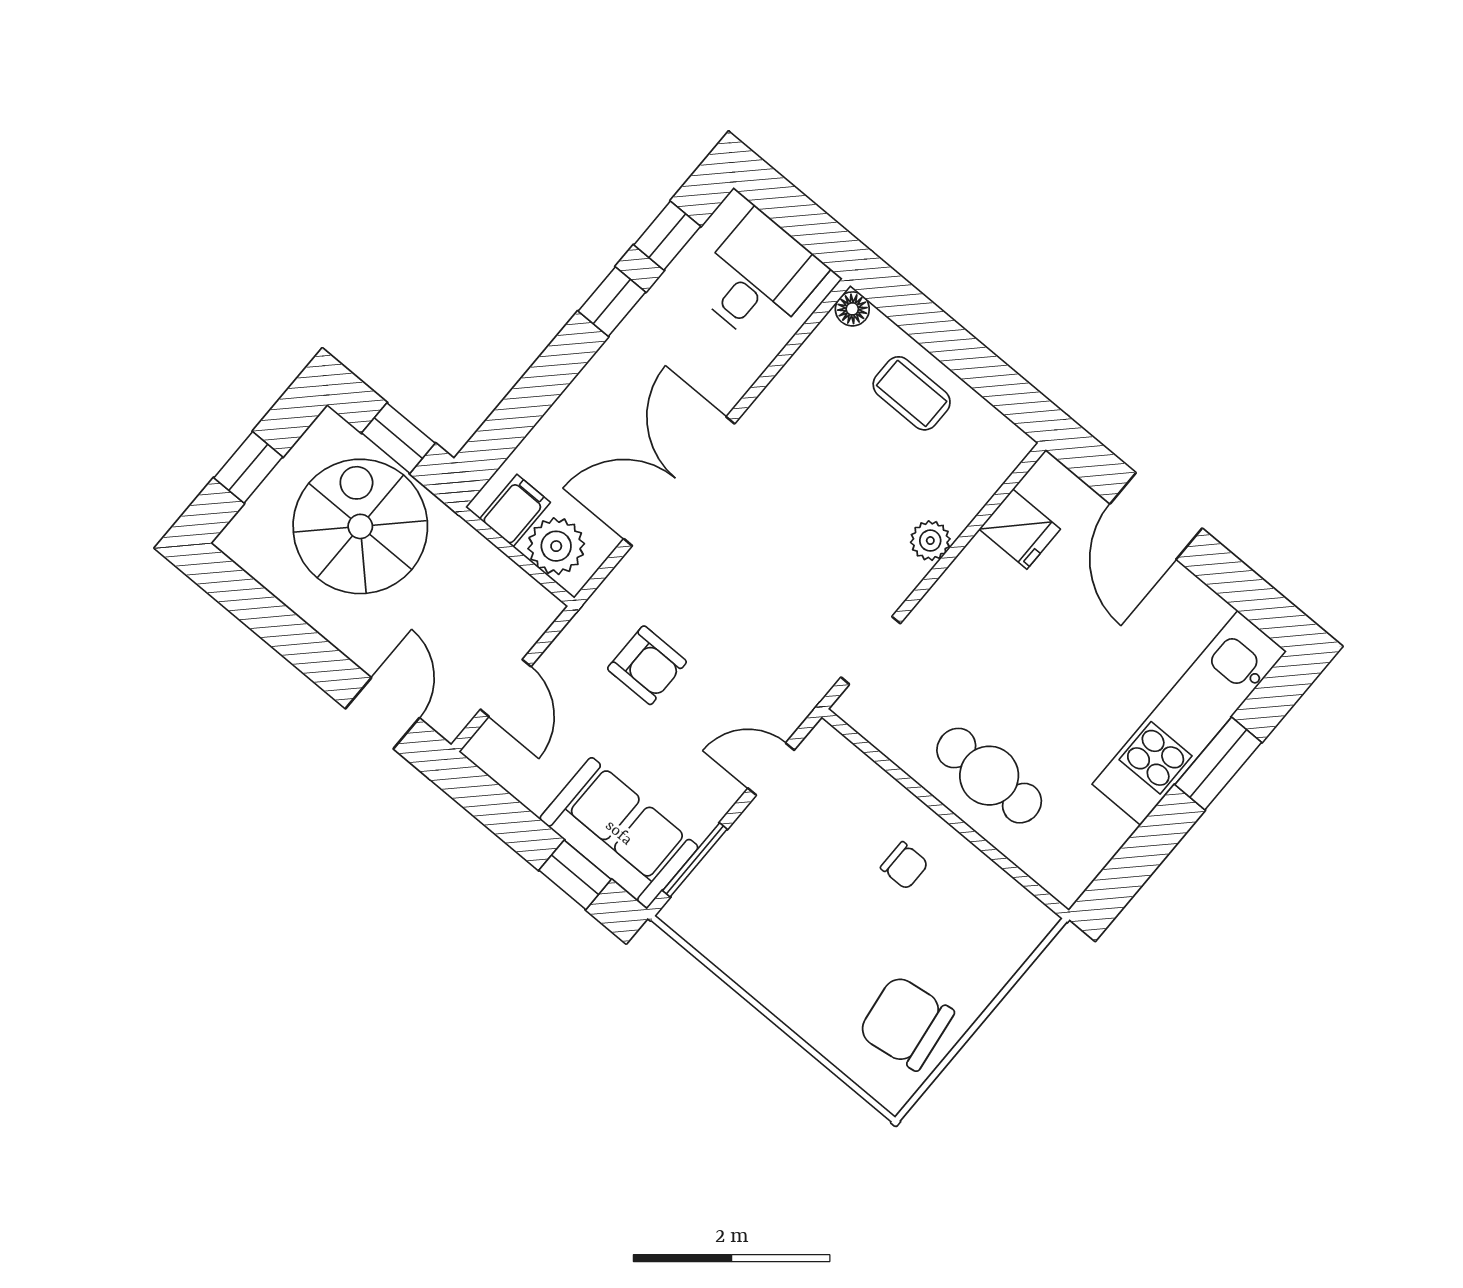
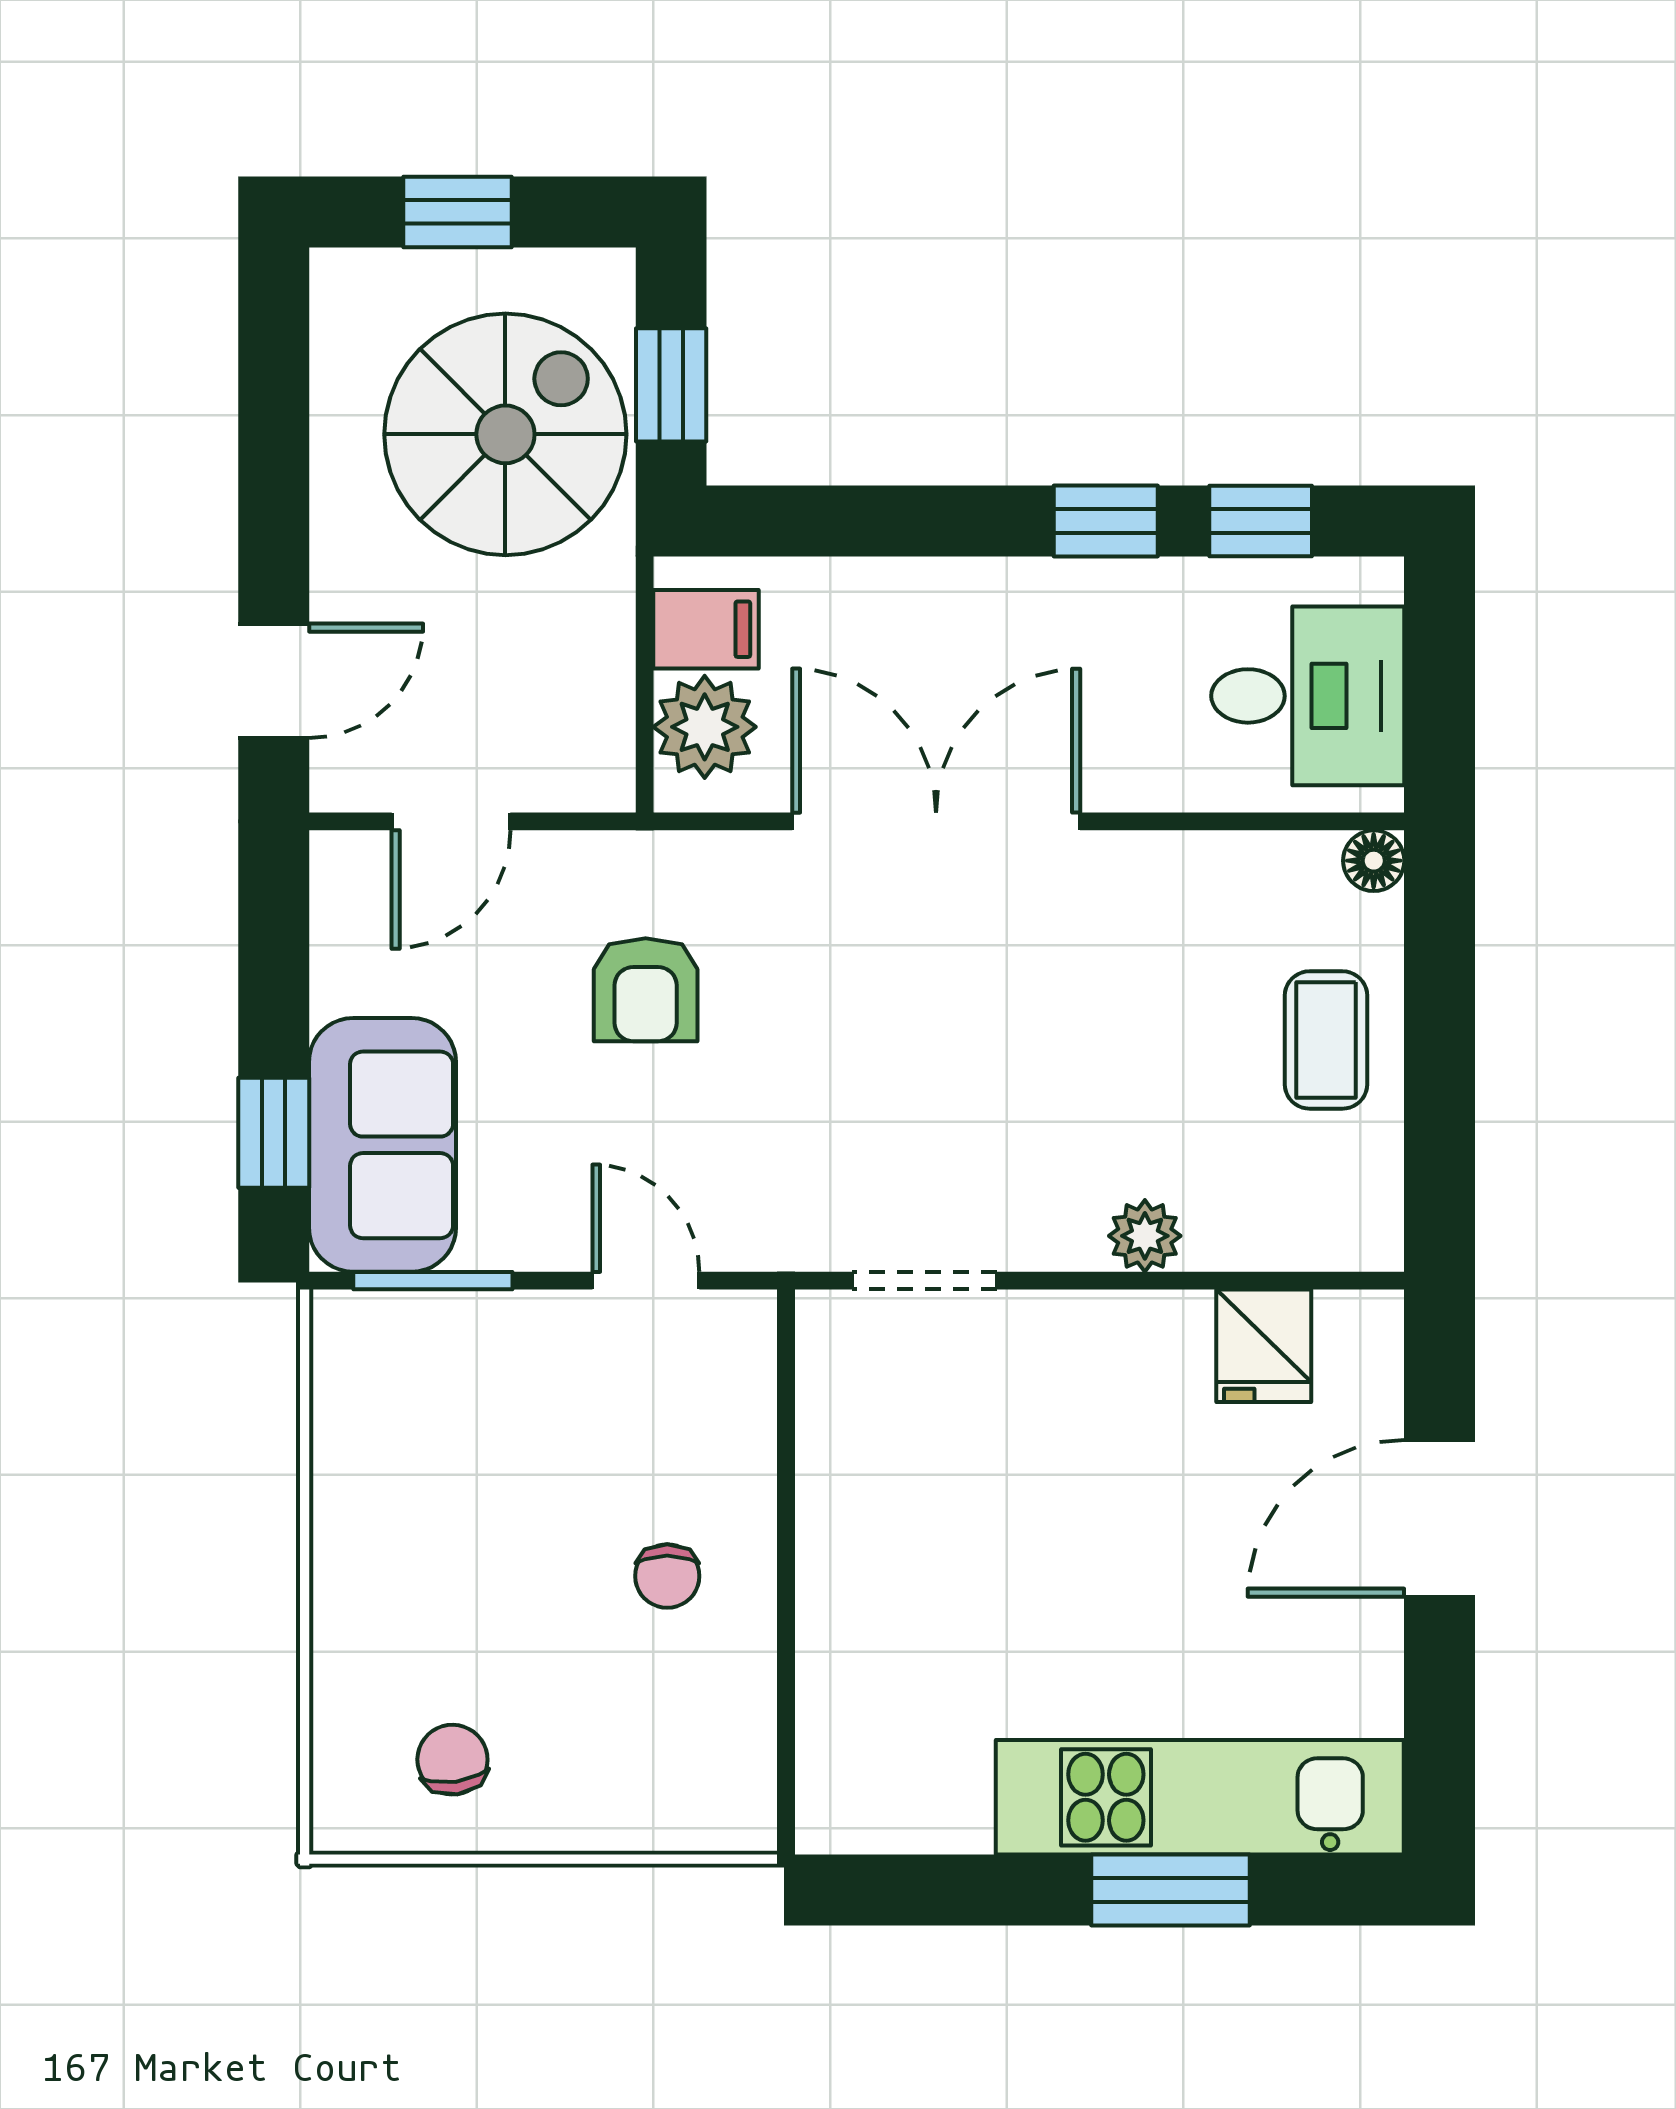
cafe table: (989, 776) -> (889, 1588), removed
chair: (906, 1023) -> (452, 1760), width x0.54, depth x0.54

